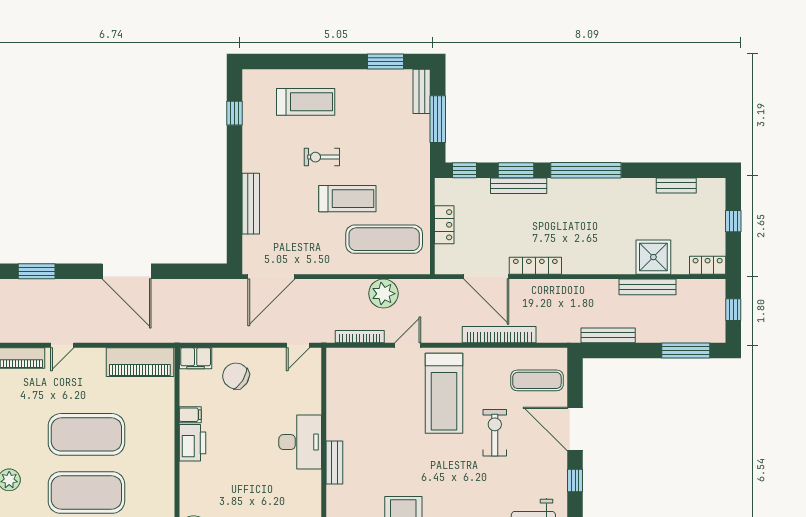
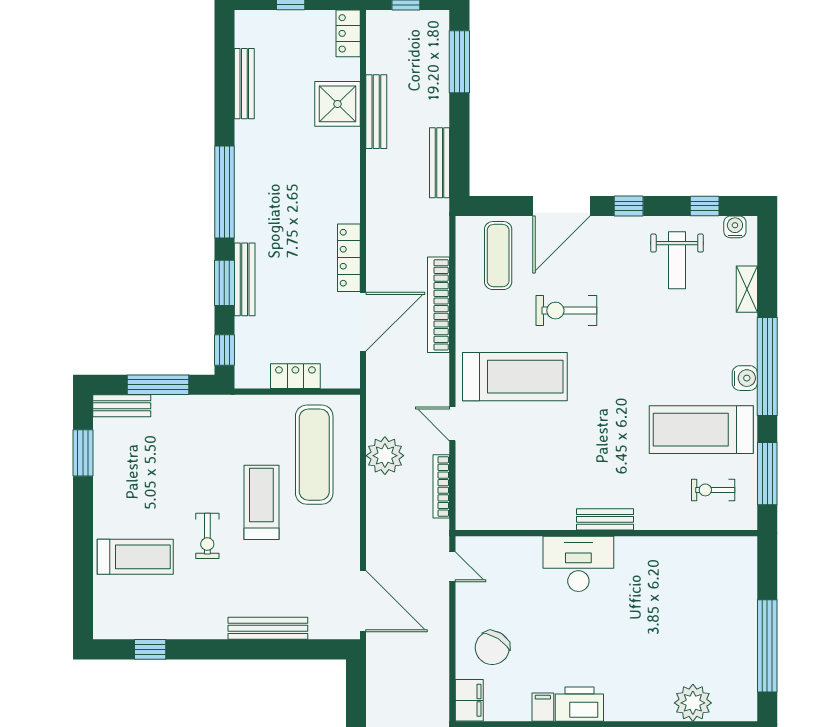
treadmill: (306, 102) -> (135, 557), turned 90
bench: (676, 185) -> (244, 84), width x1.36

